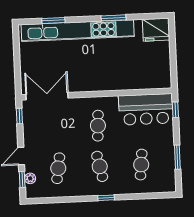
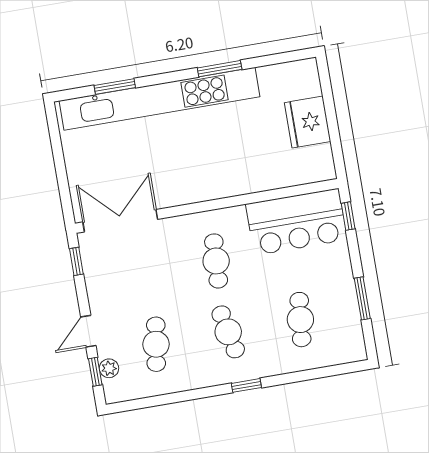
fridge: (156, 30) -> (308, 122), moved, turned 90

